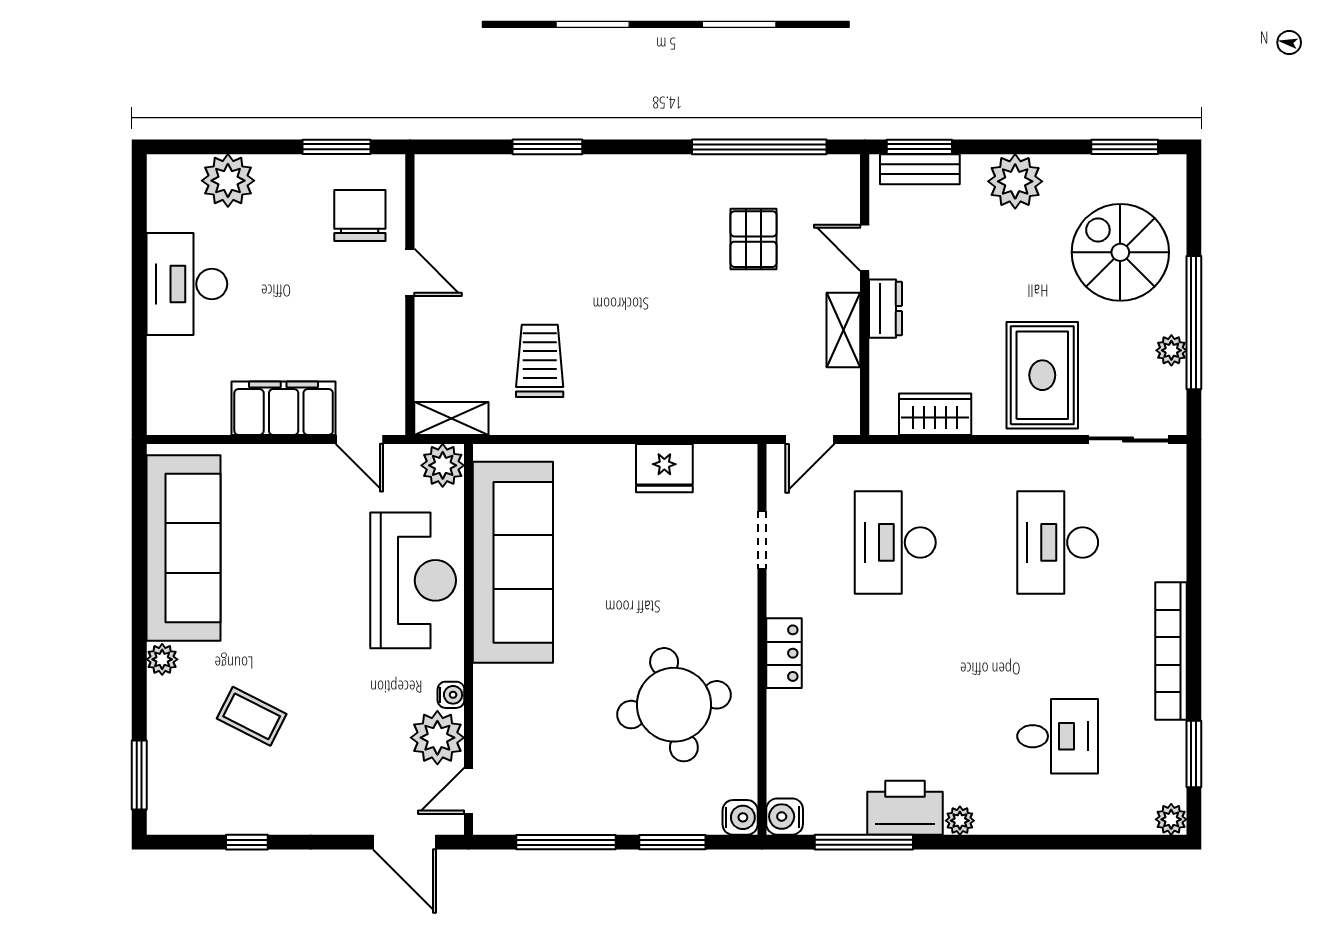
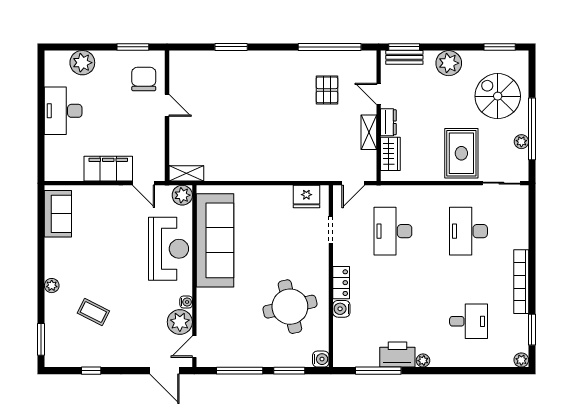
trolley: (540, 361) -> (227, 147), removed
wardrobe: (935, 414) -> (390, 154), moved, turned 90
fridge: (664, 468) -> (306, 197), moved
sofa: (183, 548) -> (58, 214), width x0.54, depth x0.79
water cooler: (785, 817) -> (341, 309), moved

